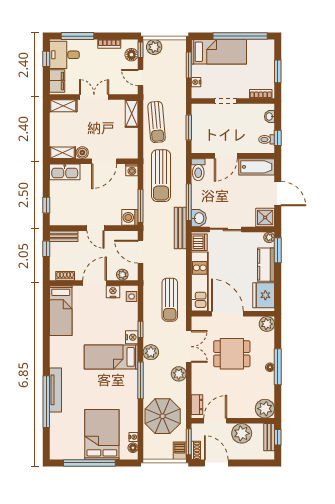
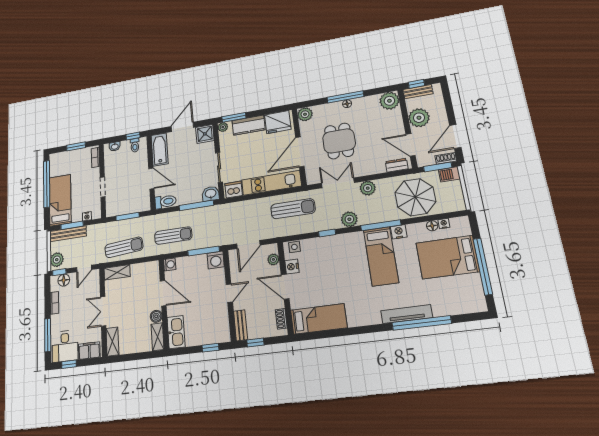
sun lounger: (161, 176) -> (173, 236), width x0.73, depth x0.75
bench: (180, 228) -> (68, 234), moved
nightstand: (132, 337) -> (399, 232), moved
bed: (111, 357) -> (381, 256), moved
floor lamp: (133, 448) -> (432, 226), moved

